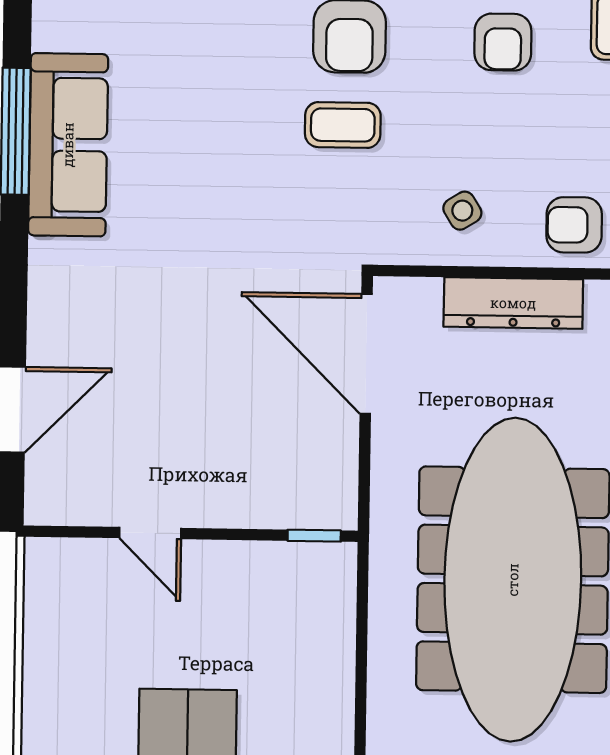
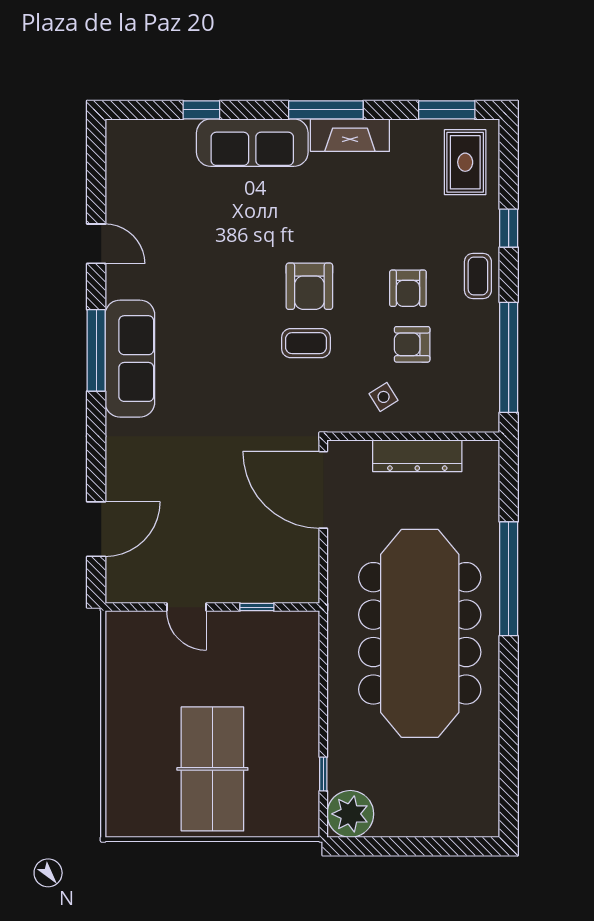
armchair: (574, 225) -> (412, 344), moved
window: (314, 536) -> (257, 607), moved

